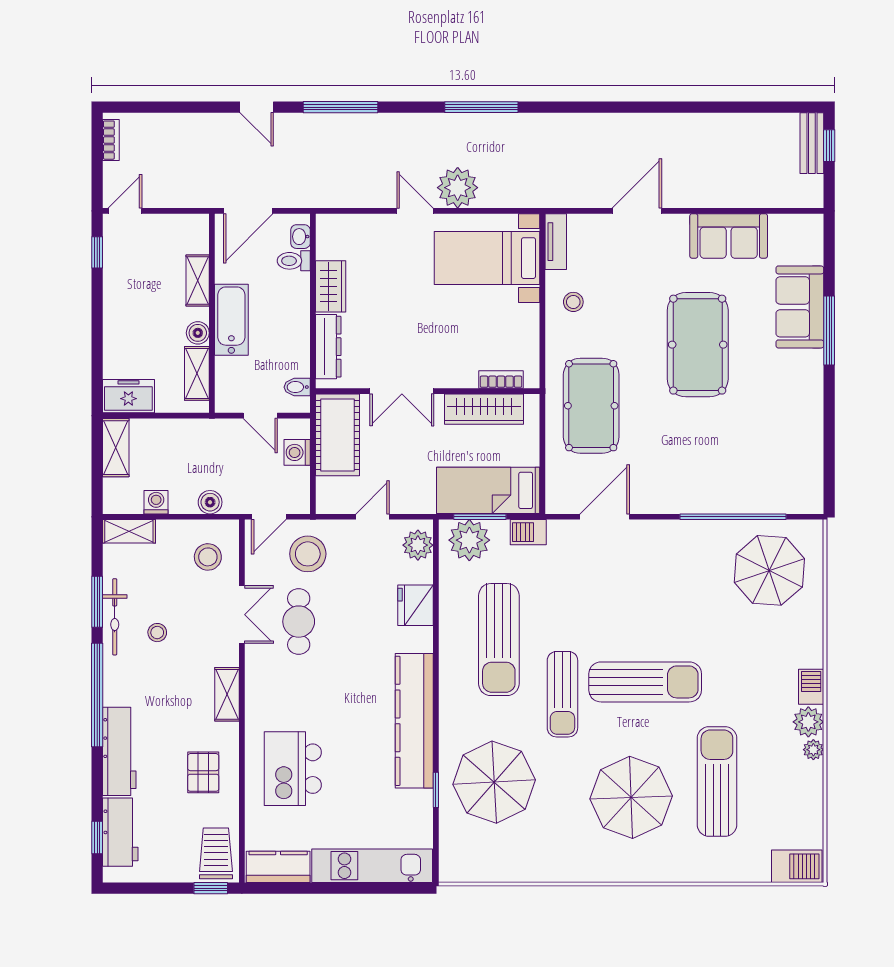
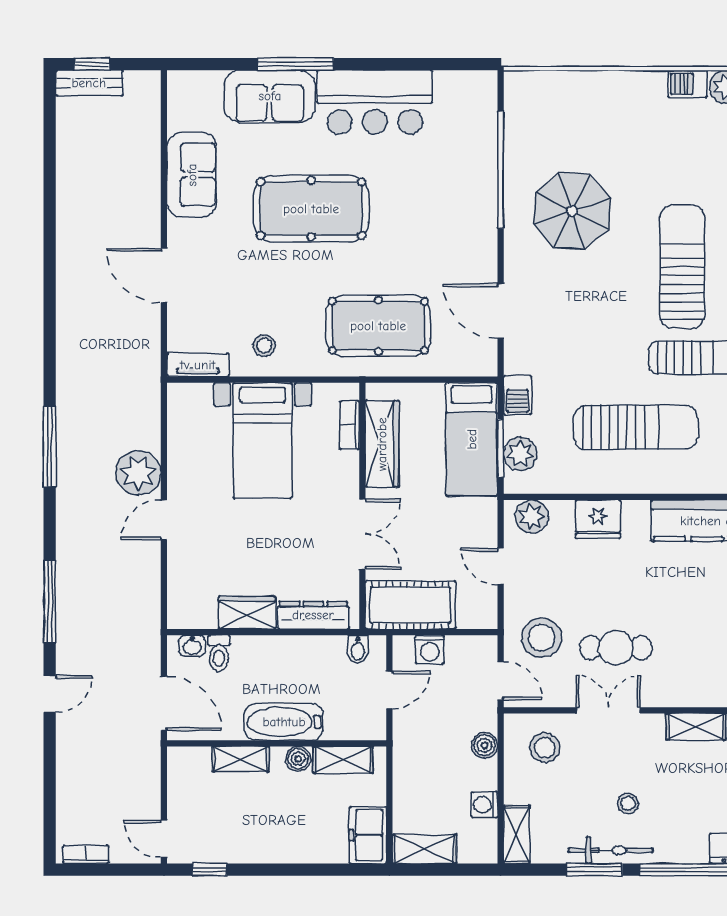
bed with nightstands: (487, 258) -> (263, 441), moved
bar counter: (795, 403) -> (375, 102), added
plant: (469, 540) -> (520, 454), width x0.73, depth x0.73
parasol: (769, 570) -> (572, 211), moved

